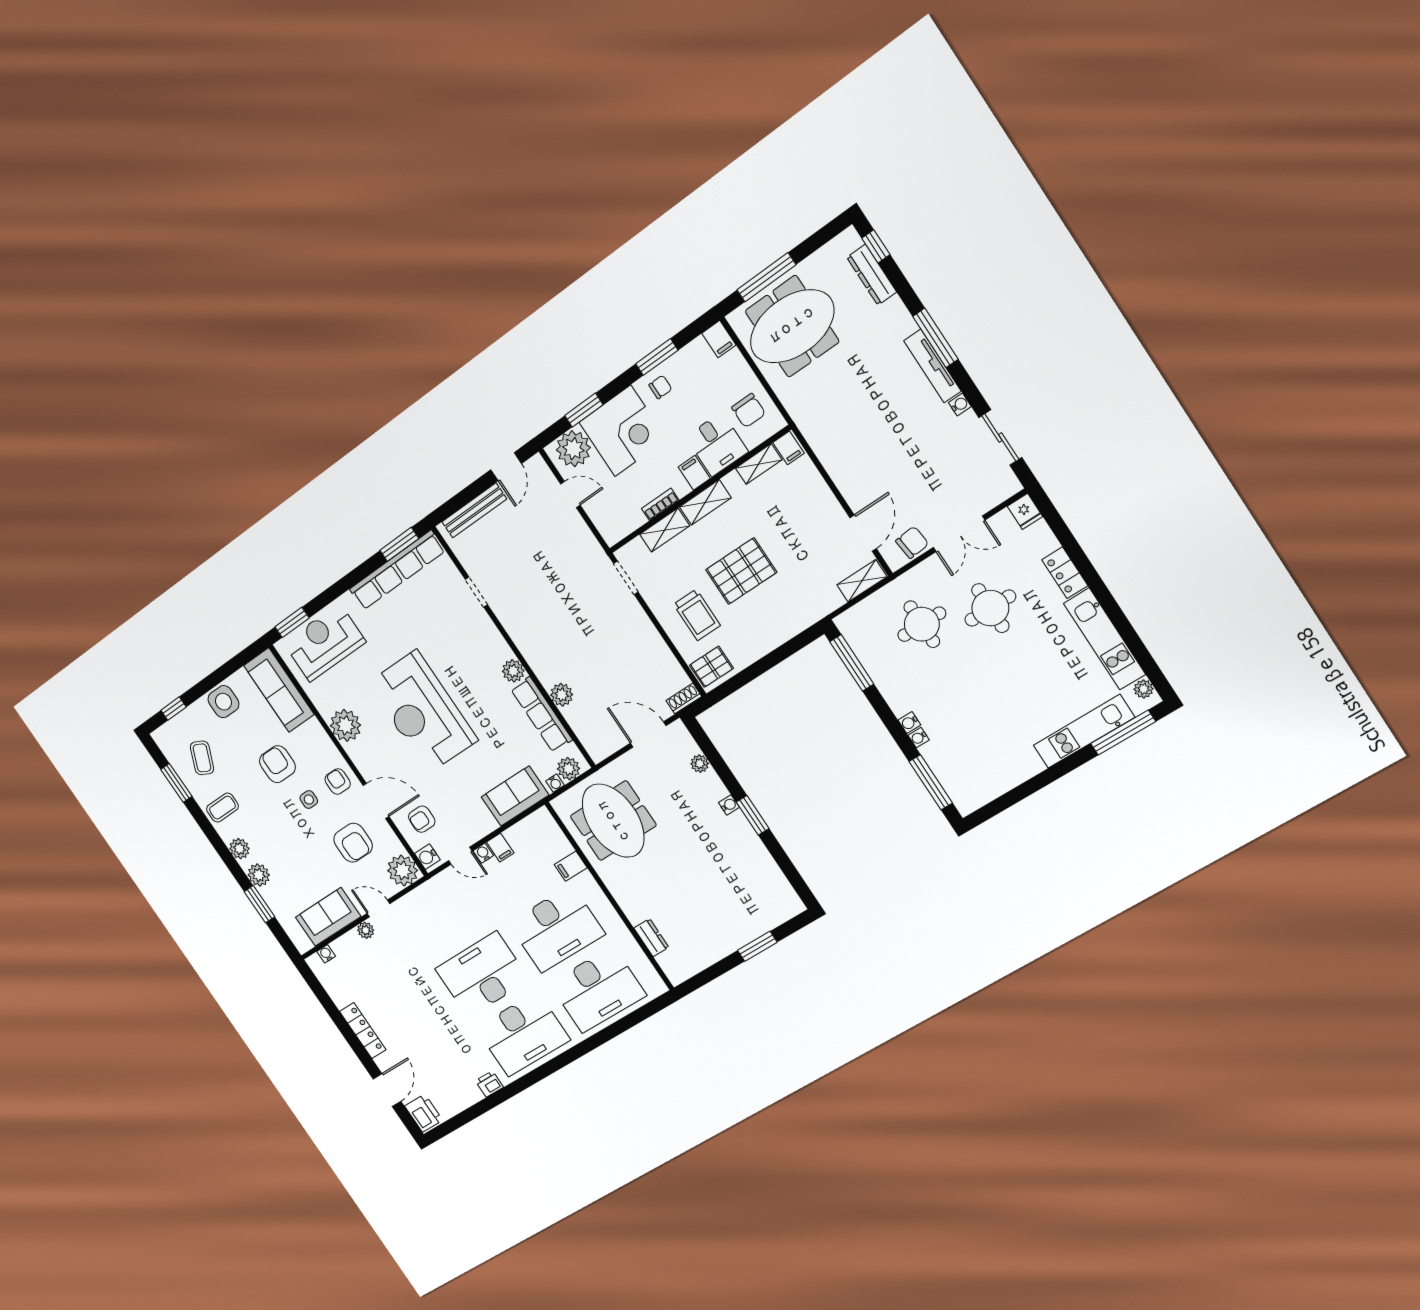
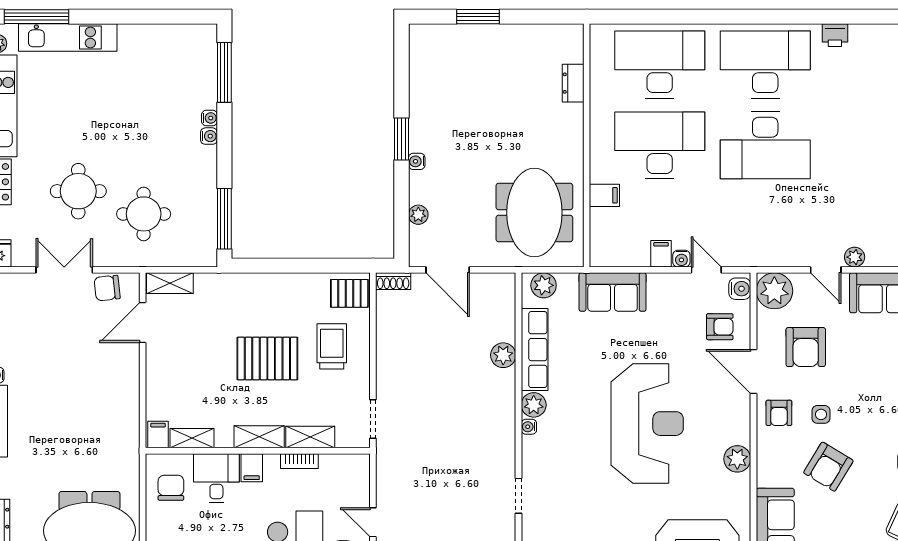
plant: (346, 725) -> (737, 459), width x0.73, depth x0.73
armchair: (277, 764) -> (828, 467), turned 31
water cooler: (555, 783) -> (529, 427), moved, turned -90
armchair: (353, 843) -> (806, 347), turned 180

